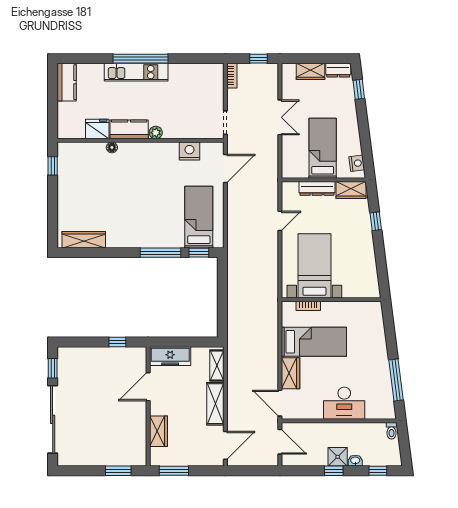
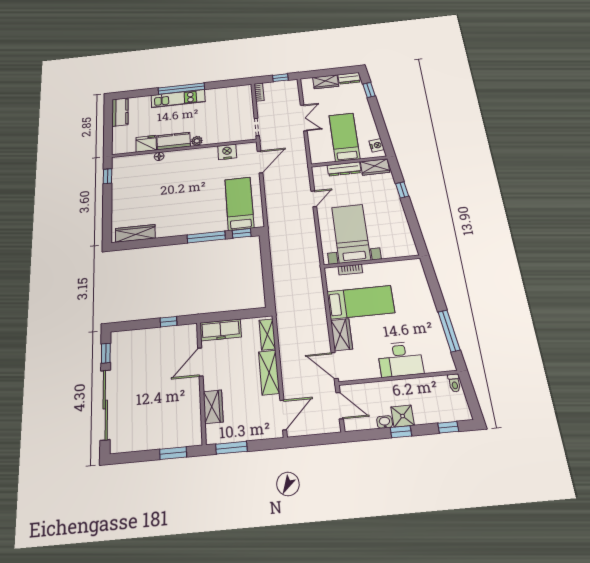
washbasin: (355, 461) -> (385, 422), moved

